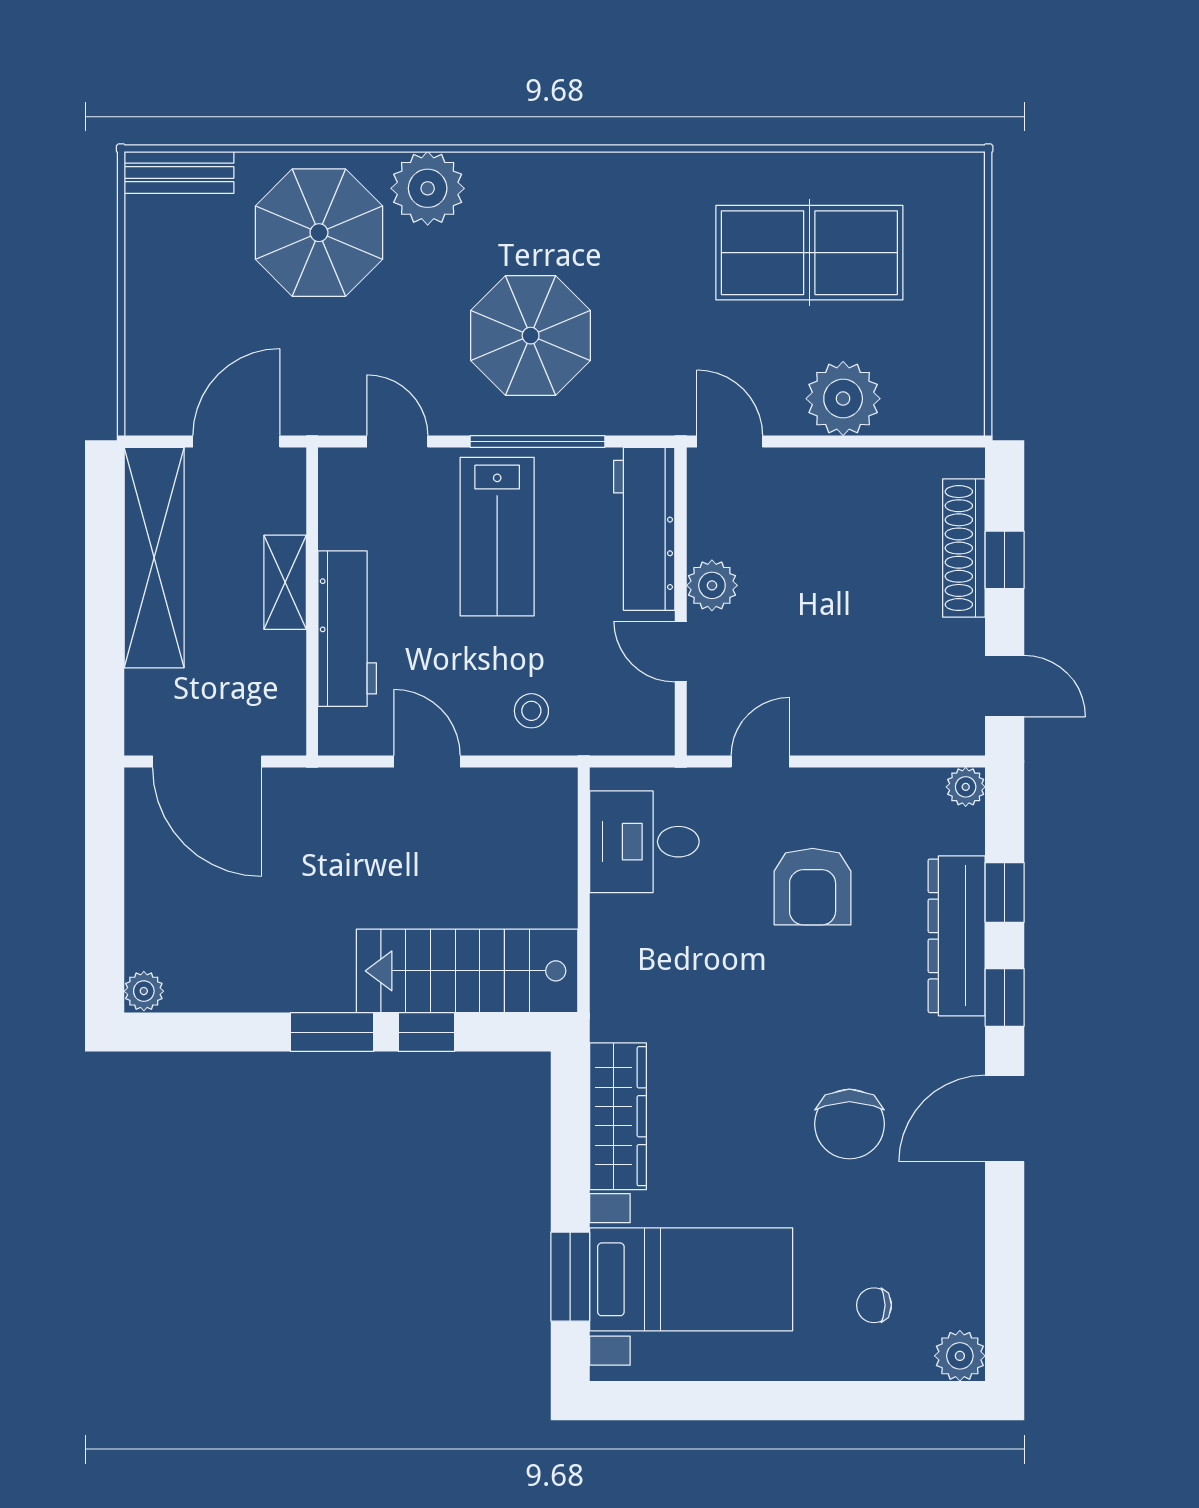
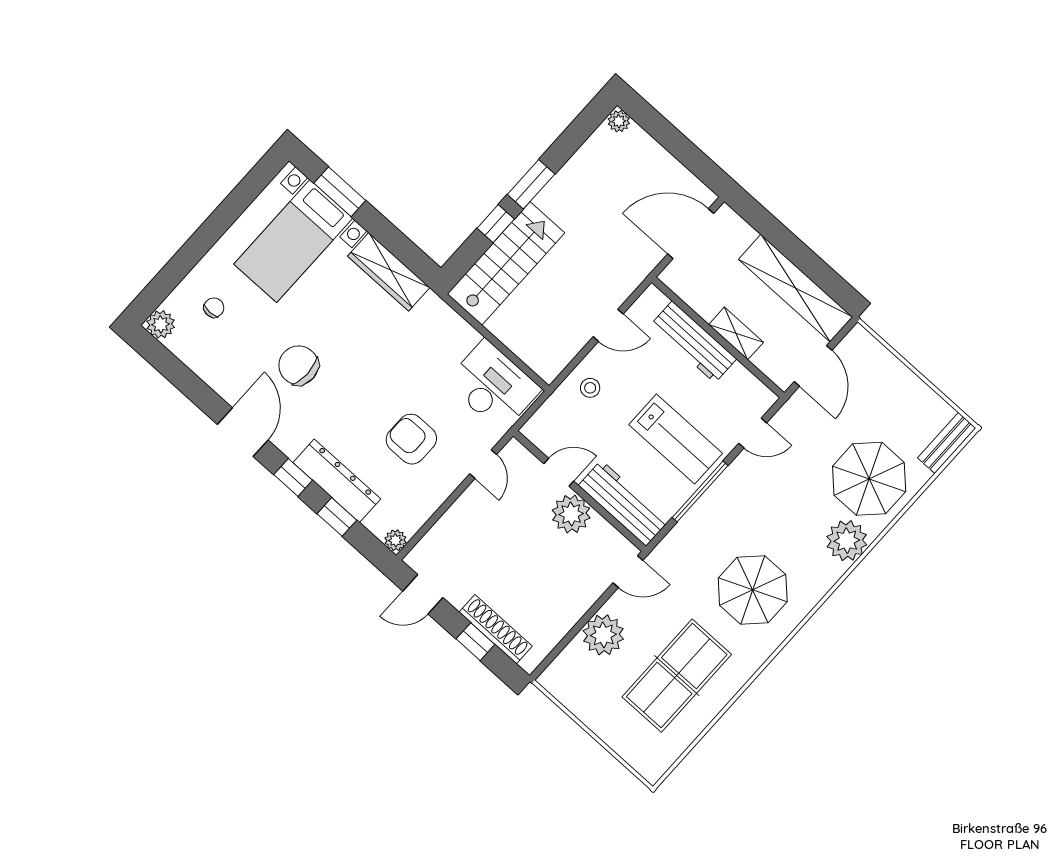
parasol: (531, 336) -> (753, 590), moved
lab bench: (497, 537) -> (676, 439), turned 180
plant: (712, 585) -> (571, 514), width x1.36, depth x1.36
desk: (644, 842) -> (493, 386), width x1.37

